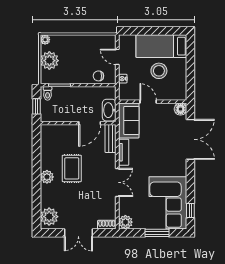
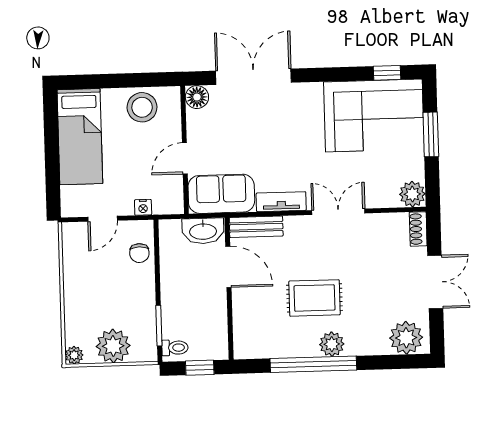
stool: (159, 71) -> (142, 107), moved
window: (36, 167) -> (313, 364), added

